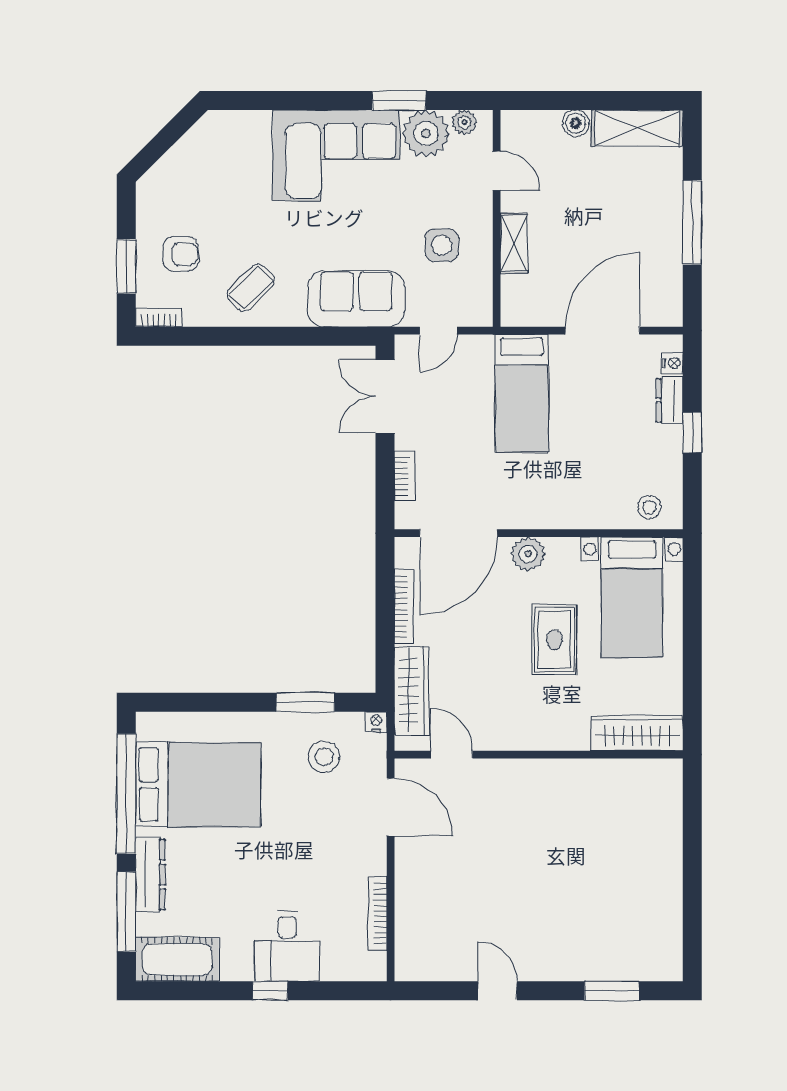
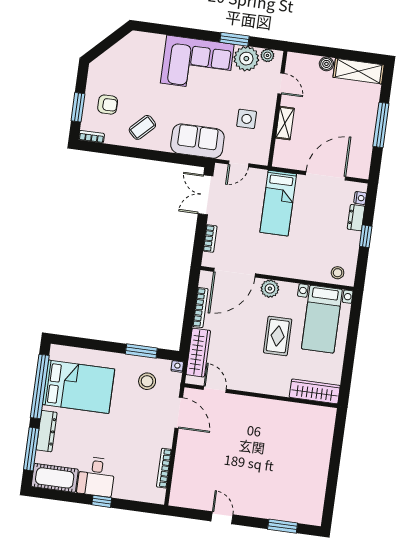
desk: (287, 946) -> (96, 477), moved

